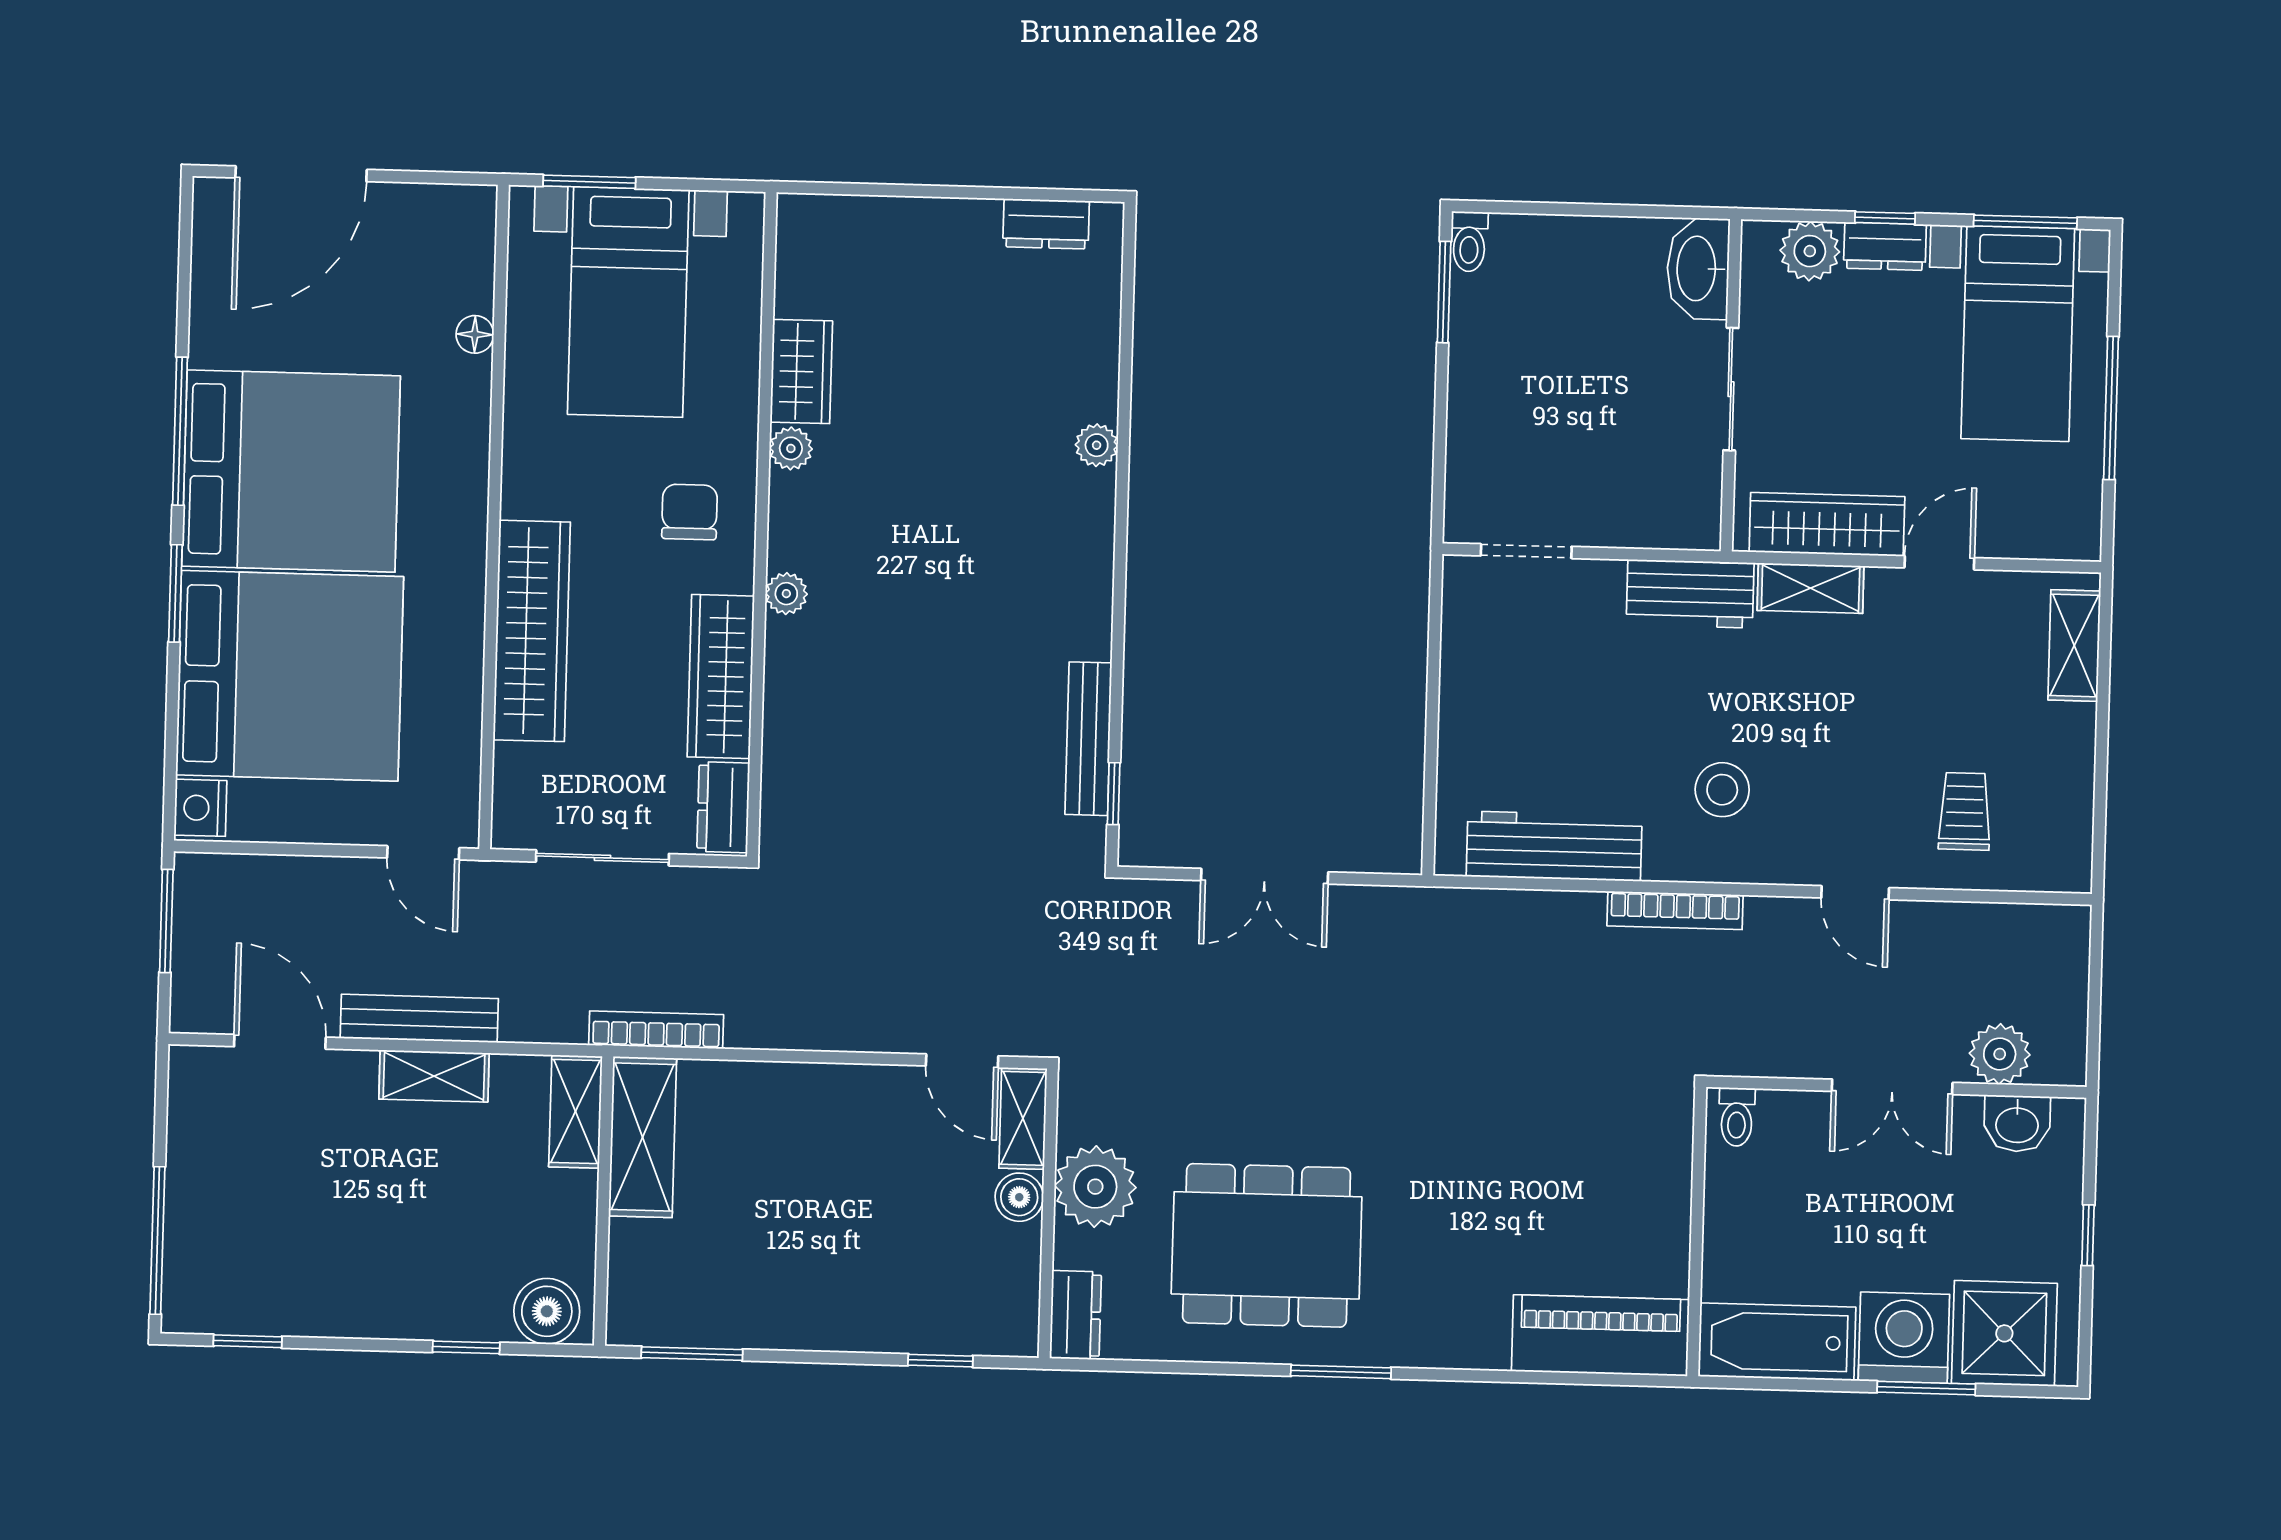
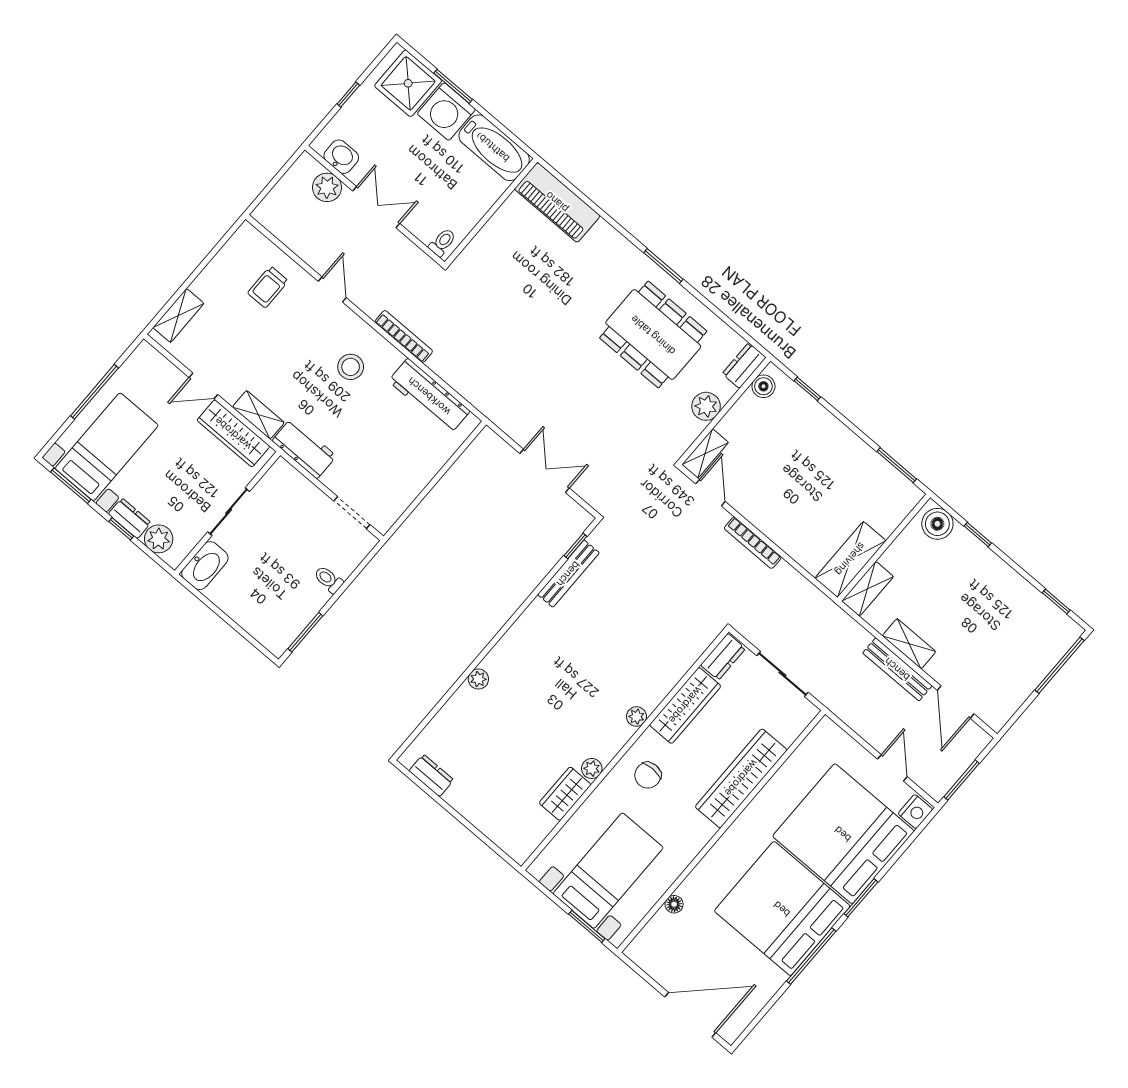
toilet: (1469, 242) -> (328, 580), moved, turned -90
door: (423, 853) -> (892, 768), moved
bookcase: (656, 1030) -> (753, 543), moved
plant: (1095, 1187) -> (706, 406), width x0.73, depth x0.73
boiler: (1019, 1197) -> (763, 386), moved

